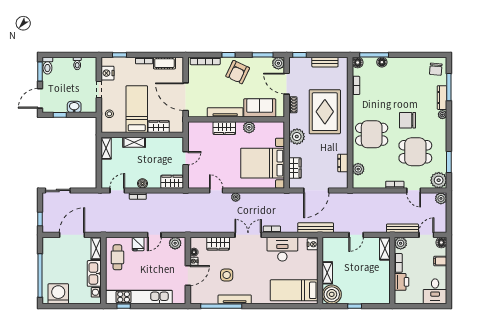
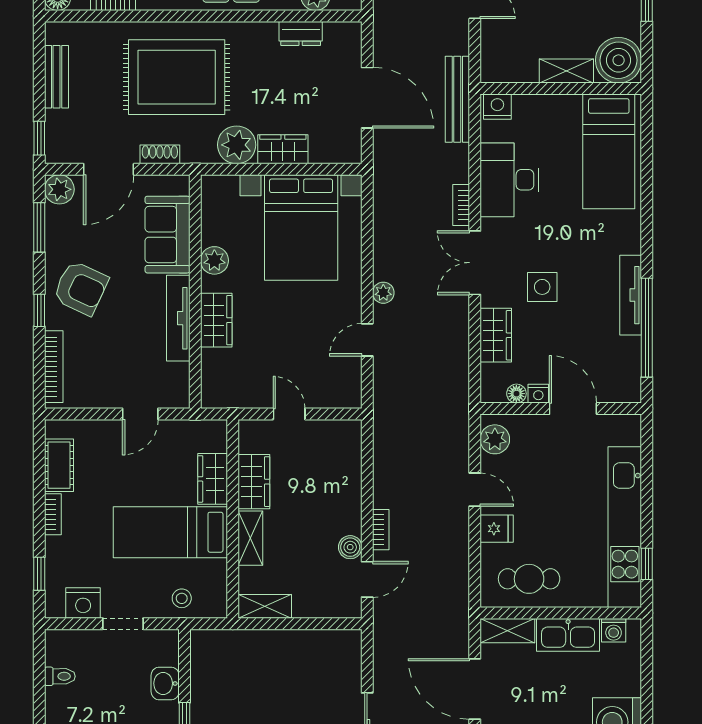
door: (186, 97) -> (140, 414), width x0.53
wardrobe: (295, 168) -> (283, 149), moved
wardrobe: (172, 182) -> (254, 482), moved, turned 180
boiler: (142, 183) -> (350, 547), moved
door: (117, 190) -> (367, 579), swing flipped
side table: (227, 275) -> (542, 287), moved

